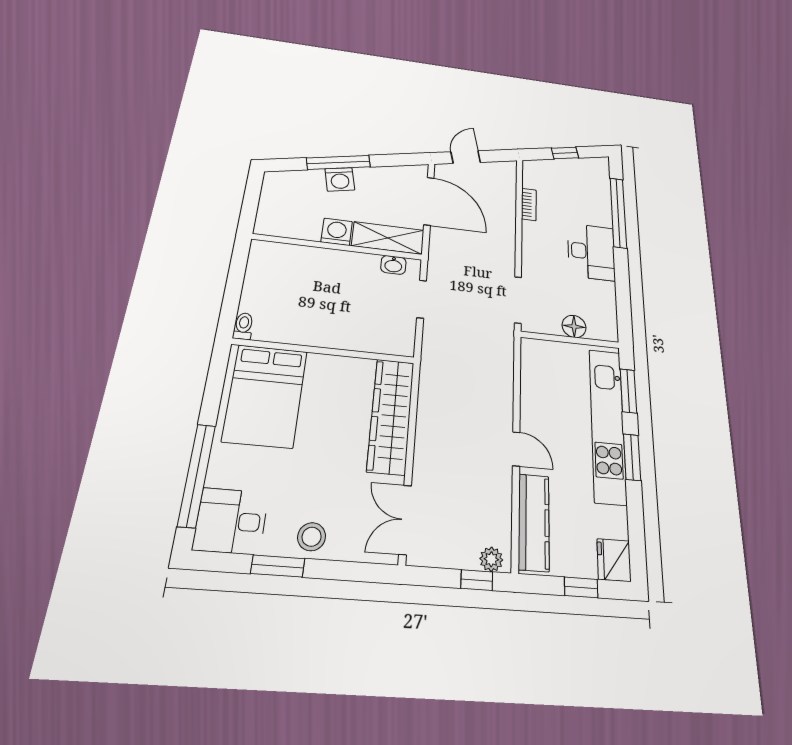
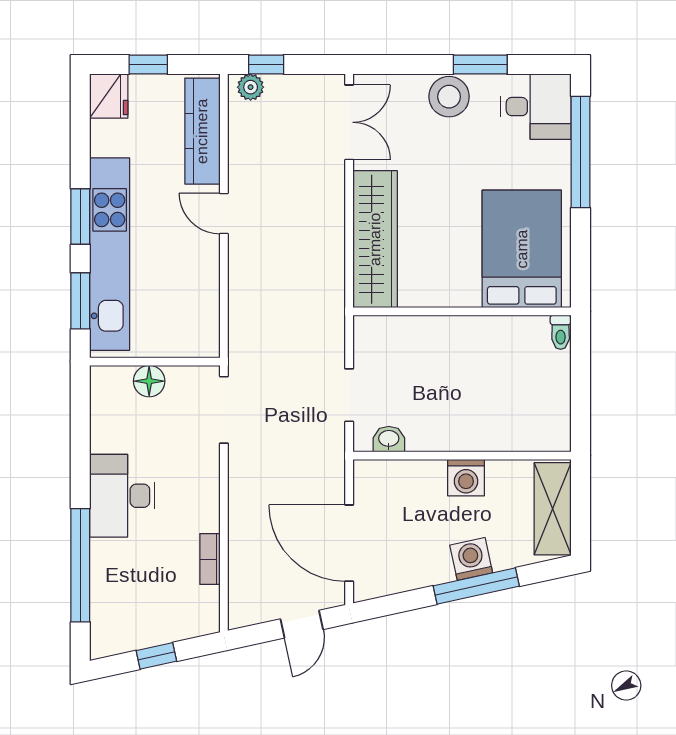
shelving: (388, 238) -> (553, 509), moved, turned 90
stool: (312, 537) -> (449, 97), width x1.38, depth x1.38

